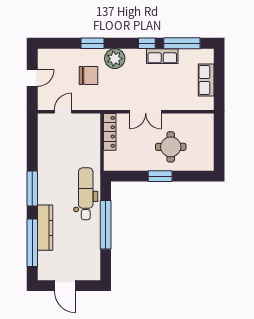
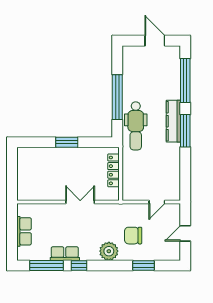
window: (92, 43) -> (144, 265), moved
locker: (110, 132) -> (113, 170), moved
round table: (171, 147) -> (57, 169), removed
kitchen counter: (45, 228) -> (173, 121), moved

